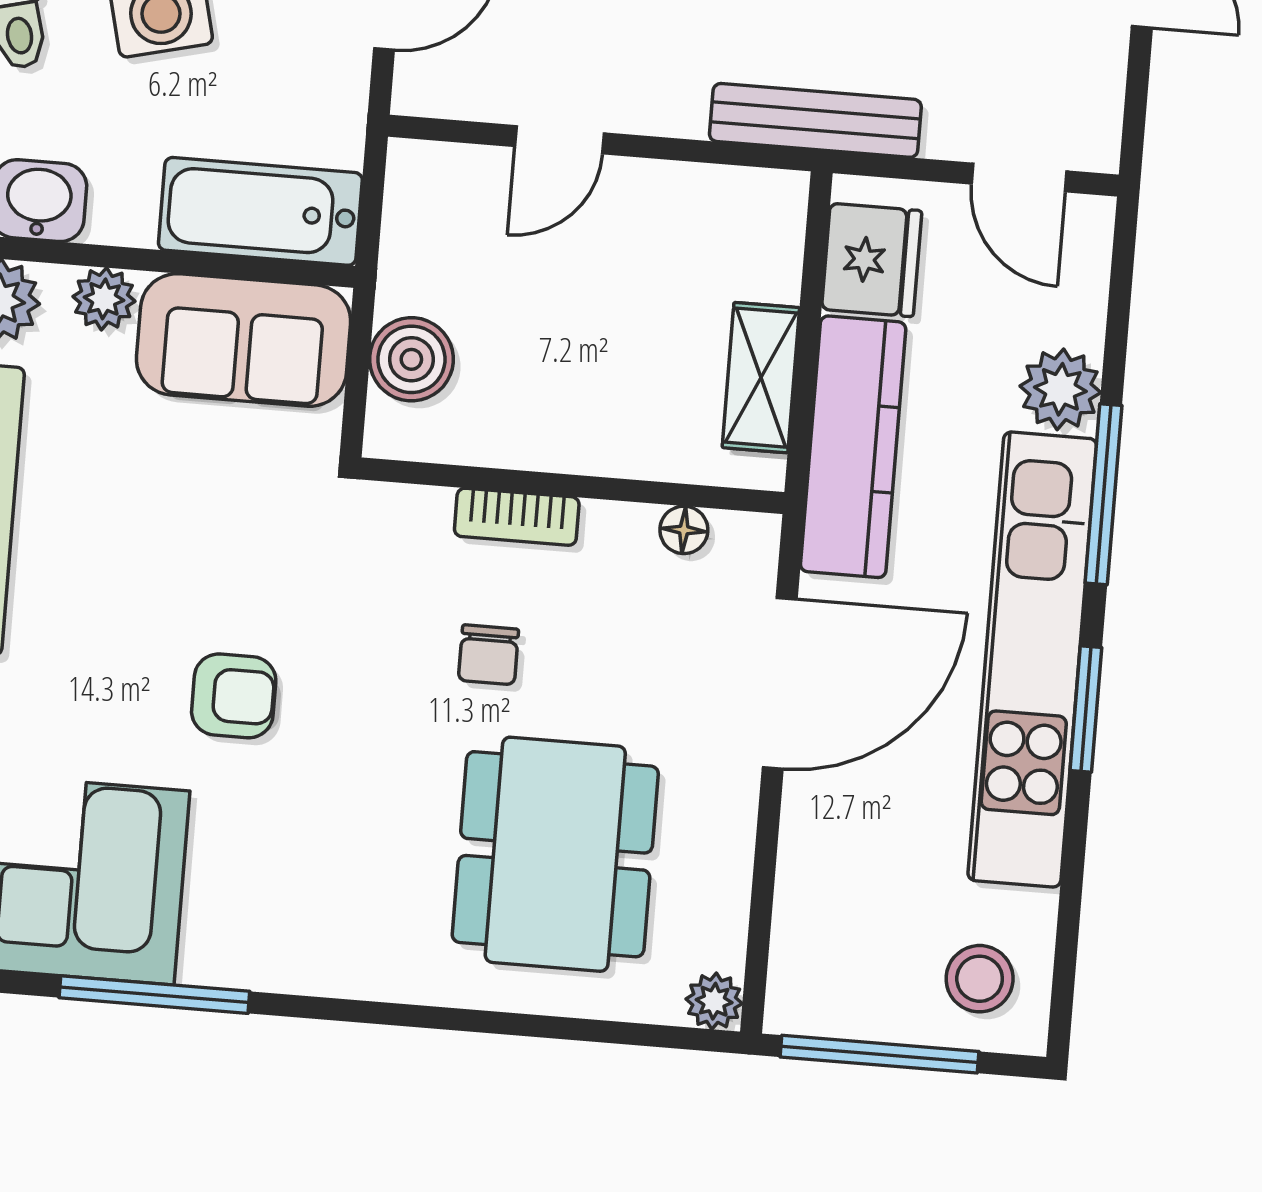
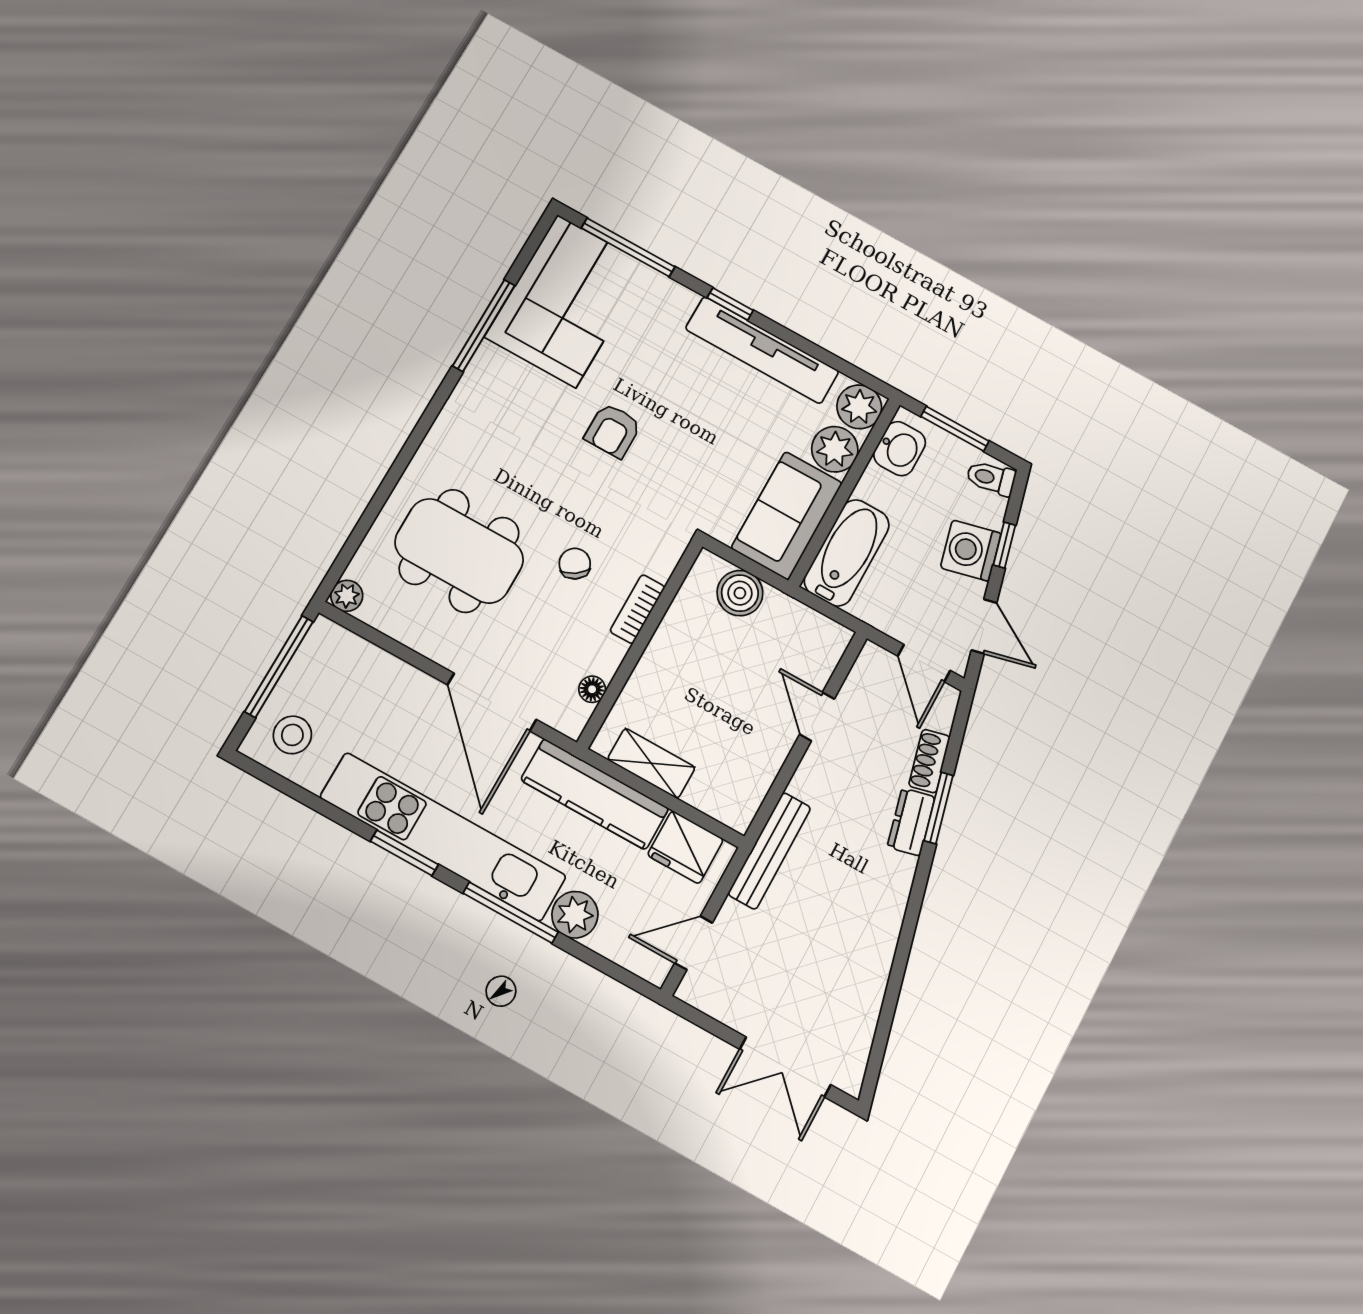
plant: (104, 299) -> (835, 449), width x1.38, depth x1.38
chair: (488, 655) -> (575, 564), turned 56

